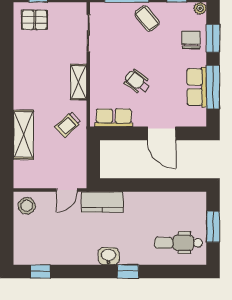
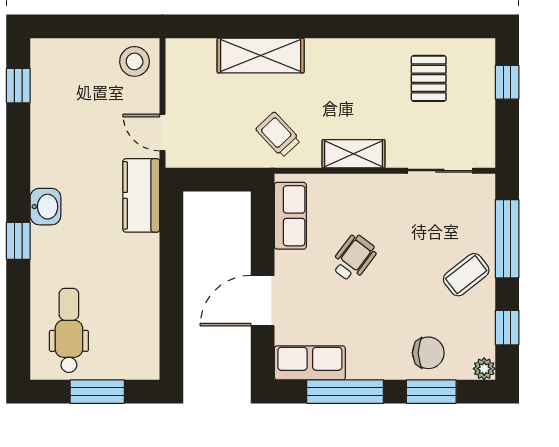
pallet: (34, 20) -> (429, 78), moved
row of seats: (197, 87) -> (310, 363), moved

